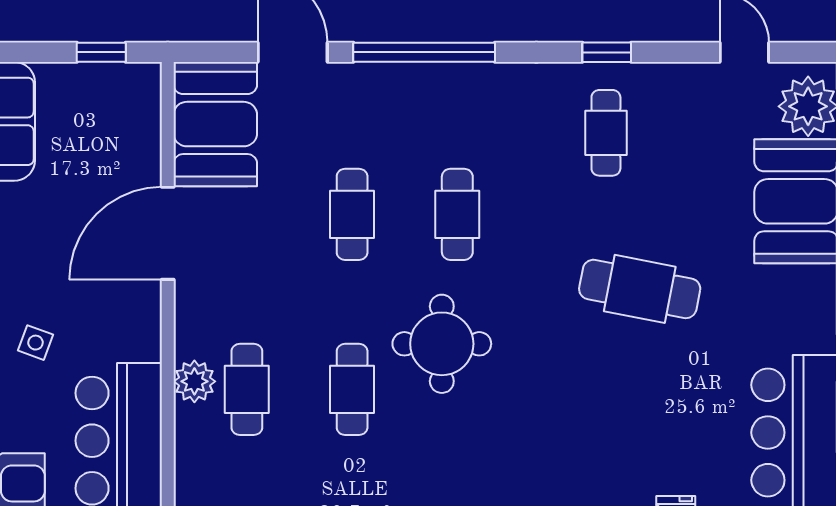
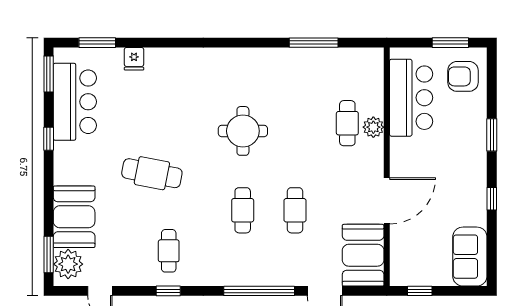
side table: (36, 343) -> (452, 146), removed
round table: (442, 344) -> (243, 131), moved
cafe table: (352, 389) -> (295, 123), removed

